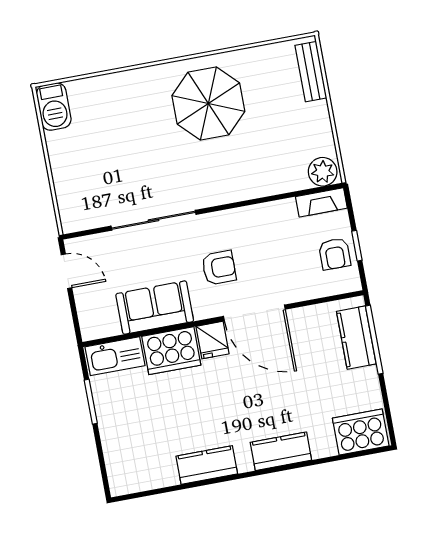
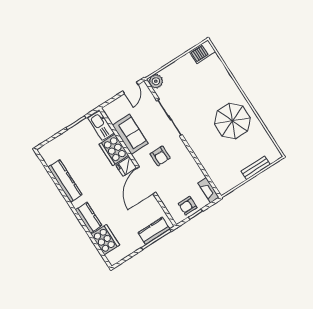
bench: (311, 72) -> (256, 168), moved
plant: (323, 172) -> (156, 81), moved
cooker: (361, 432) -> (105, 240), moved
kitchen counter: (207, 465) -> (65, 181), width x1.50

